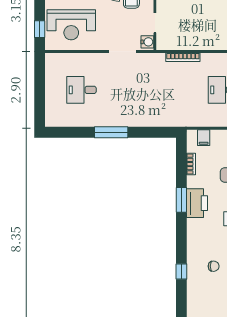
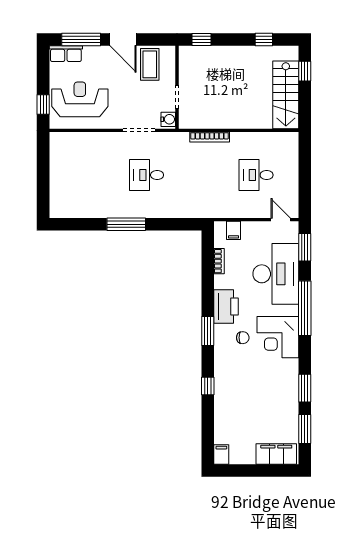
reception desk: (71, 25) -> (80, 99), turned 180
desk: (82, 90) -> (147, 175), moved
window: (181, 200) -> (208, 331), moved
chair: (214, 266) -> (243, 338), moved

